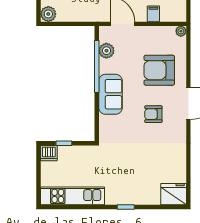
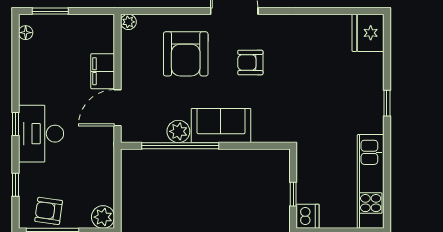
filing cabinet: (153, 14) -> (103, 71), width x2.00
plant: (106, 51) -> (178, 131), moved
armchair: (153, 114) -> (250, 62), turned 90

